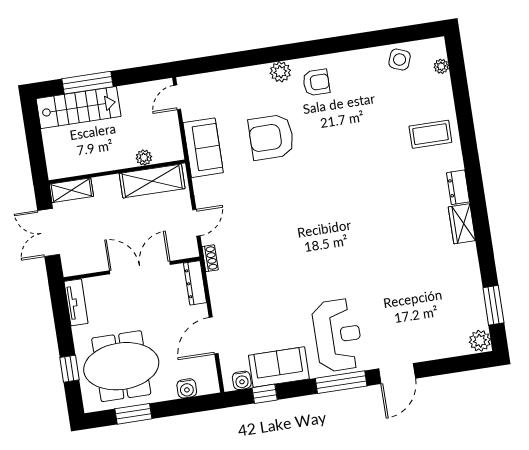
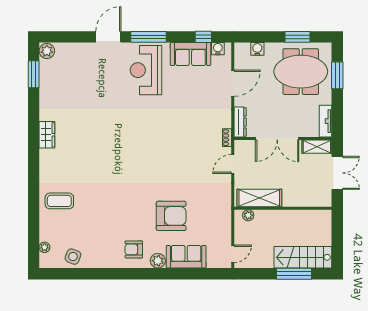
sofa: (203, 148) -> (186, 257), moved, turned 90
plant: (144, 158) -> (248, 215), moved
dresser: (458, 187) -> (46, 161), removed
shelving: (71, 190) -> (317, 147), moved
window: (69, 369) -> (337, 75), width x1.50

